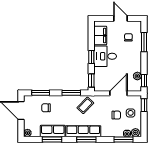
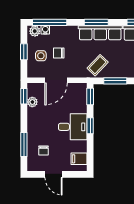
filing cabinet: (100, 35) -> (79, 159), width x0.50
window: (144, 105) -> (24, 52), moved
window: (124, 139) -> (50, 22), width x1.44

